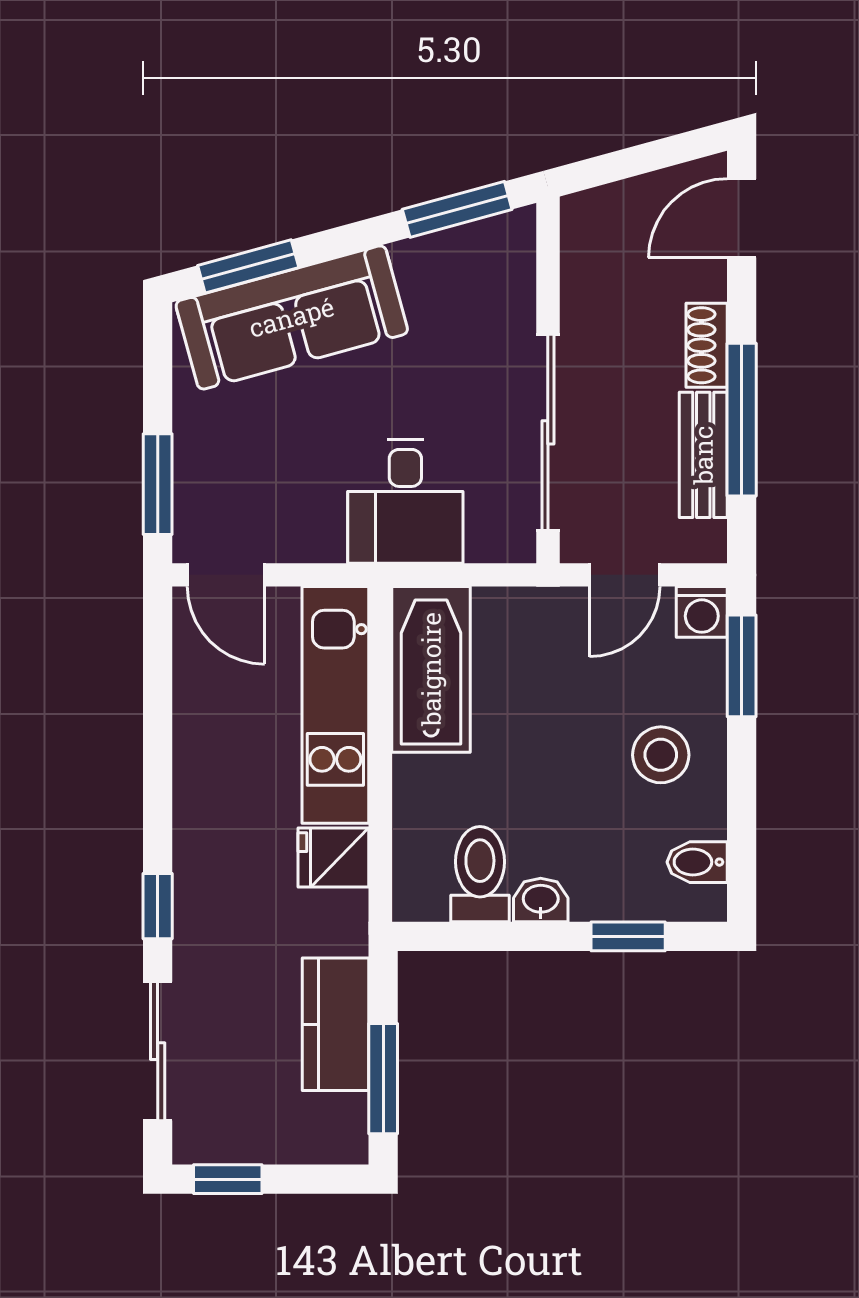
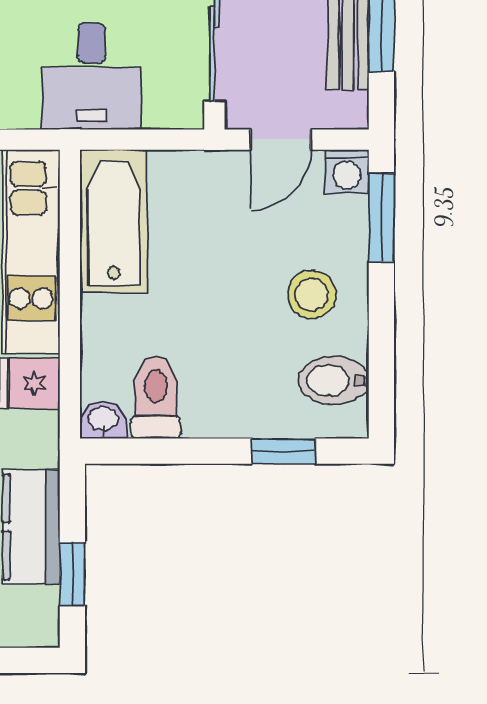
bidet: (697, 862) -> (334, 380), width x1.38, depth x1.36
washbasin: (541, 900) -> (103, 420), moved
window: (383, 1079) -> (72, 574), width x0.67

